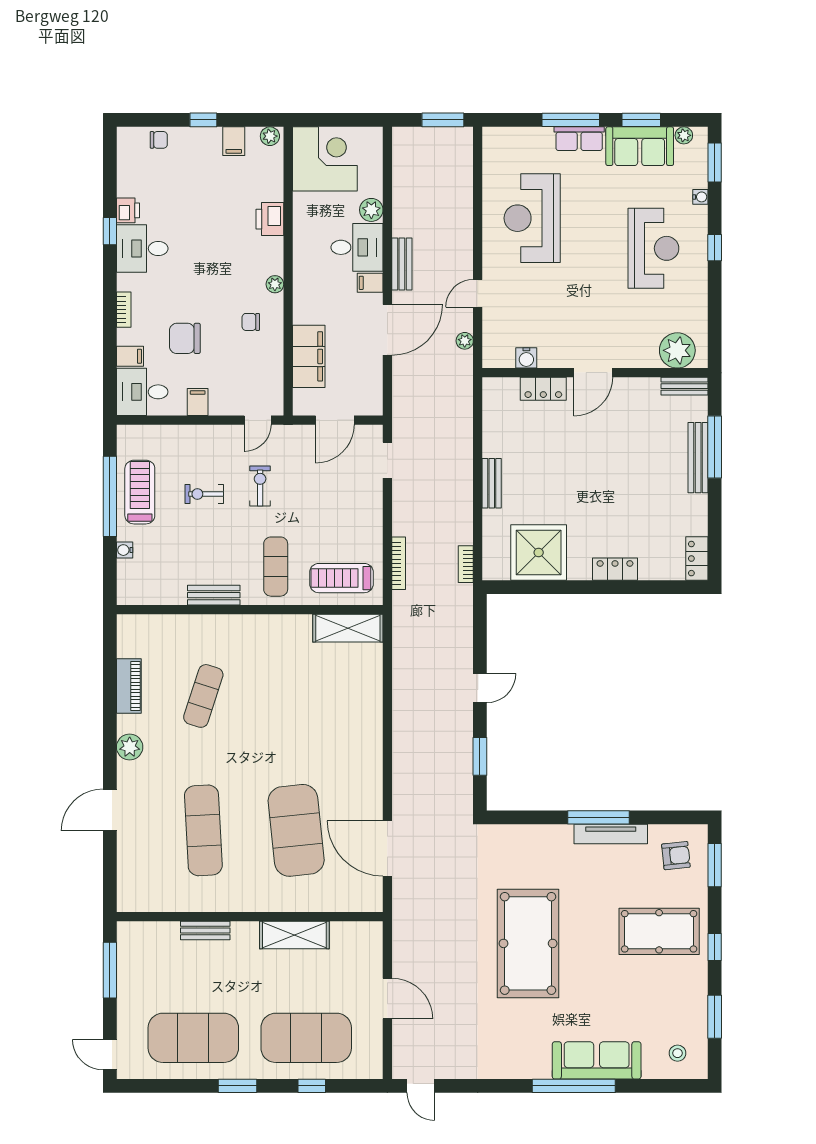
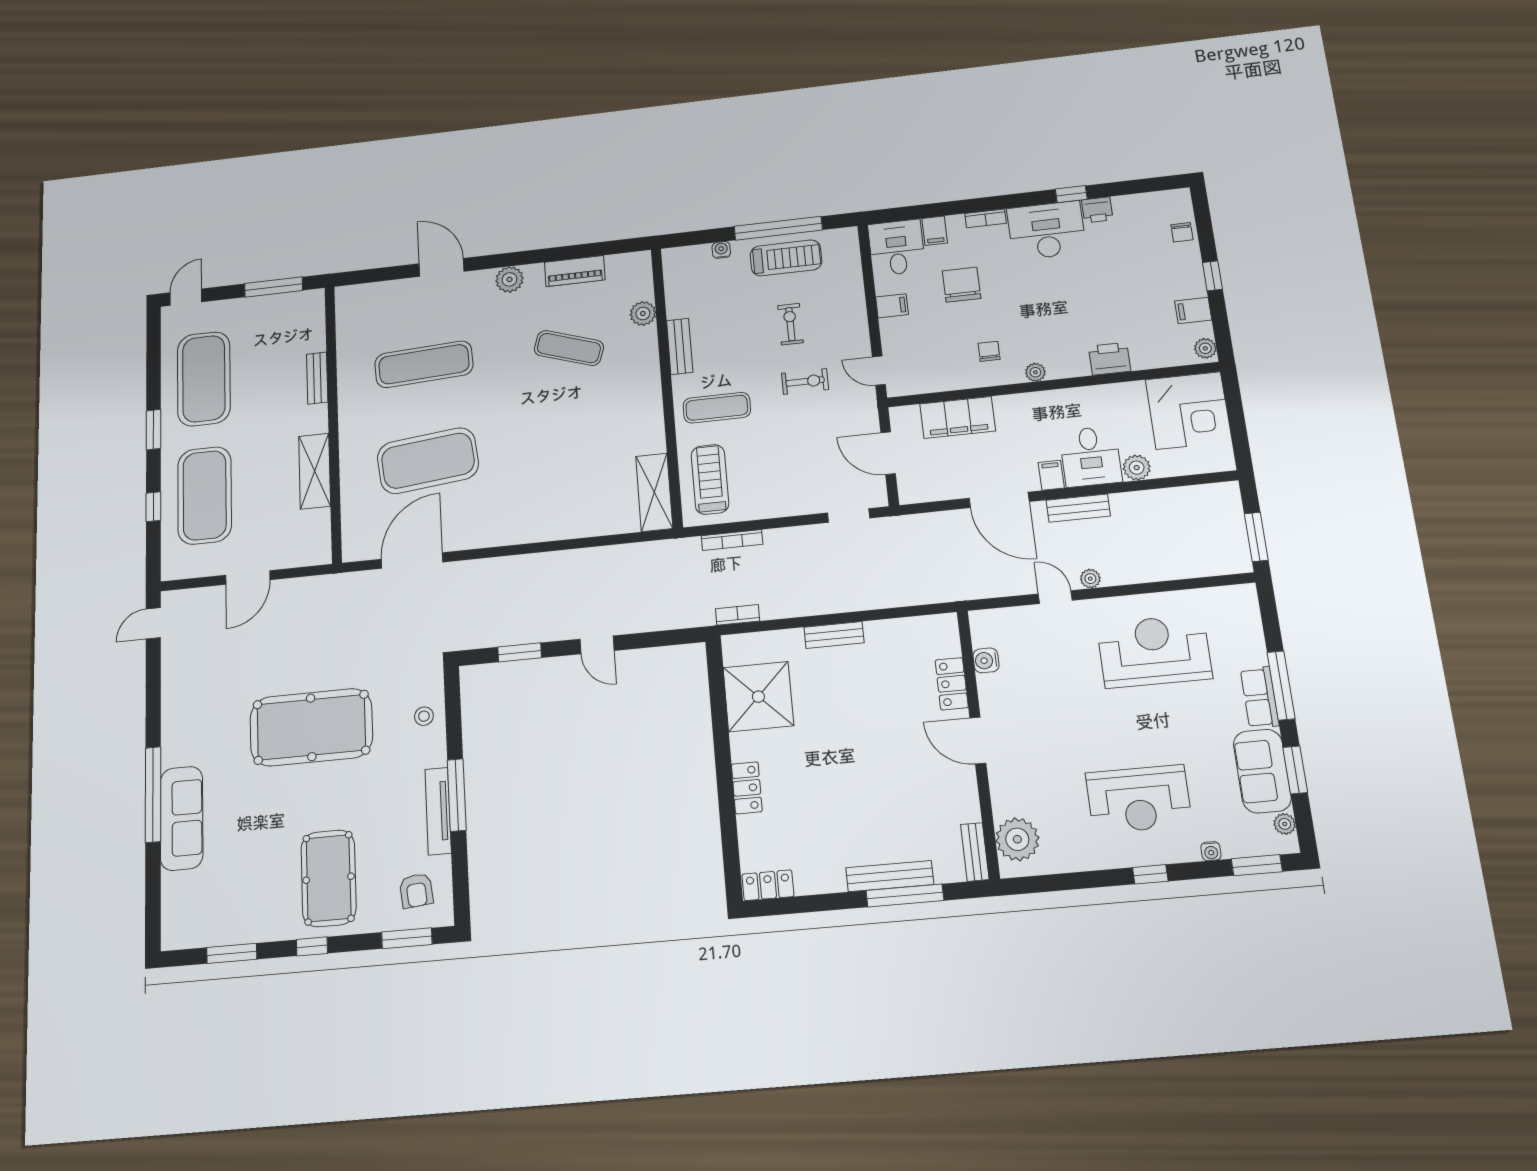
desk: (142, 248) -> (1047, 230), width x1.37
plant: (465, 341) -> (1090, 579), moved
plant: (178, 626) -> (643, 313), added
stool: (677, 1053) -> (424, 716), moved

